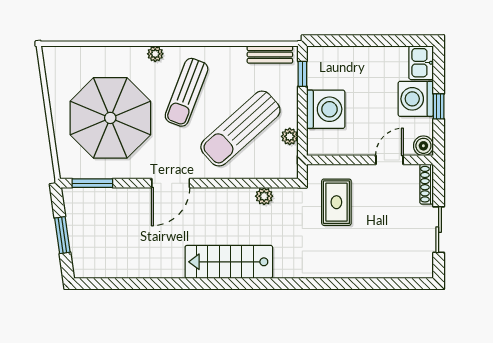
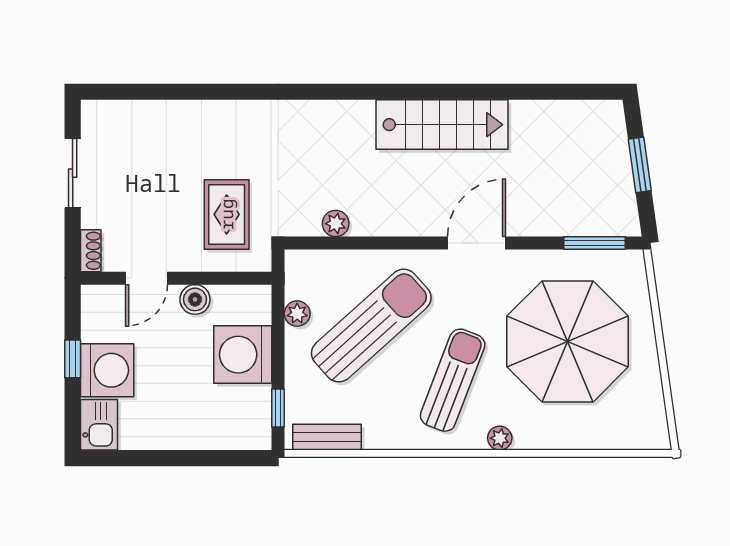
boiler: (423, 146) -> (195, 299), moved
shoe rack: (427, 184) -> (91, 251), width x0.70
stairs: (229, 262) -> (442, 125), moved

